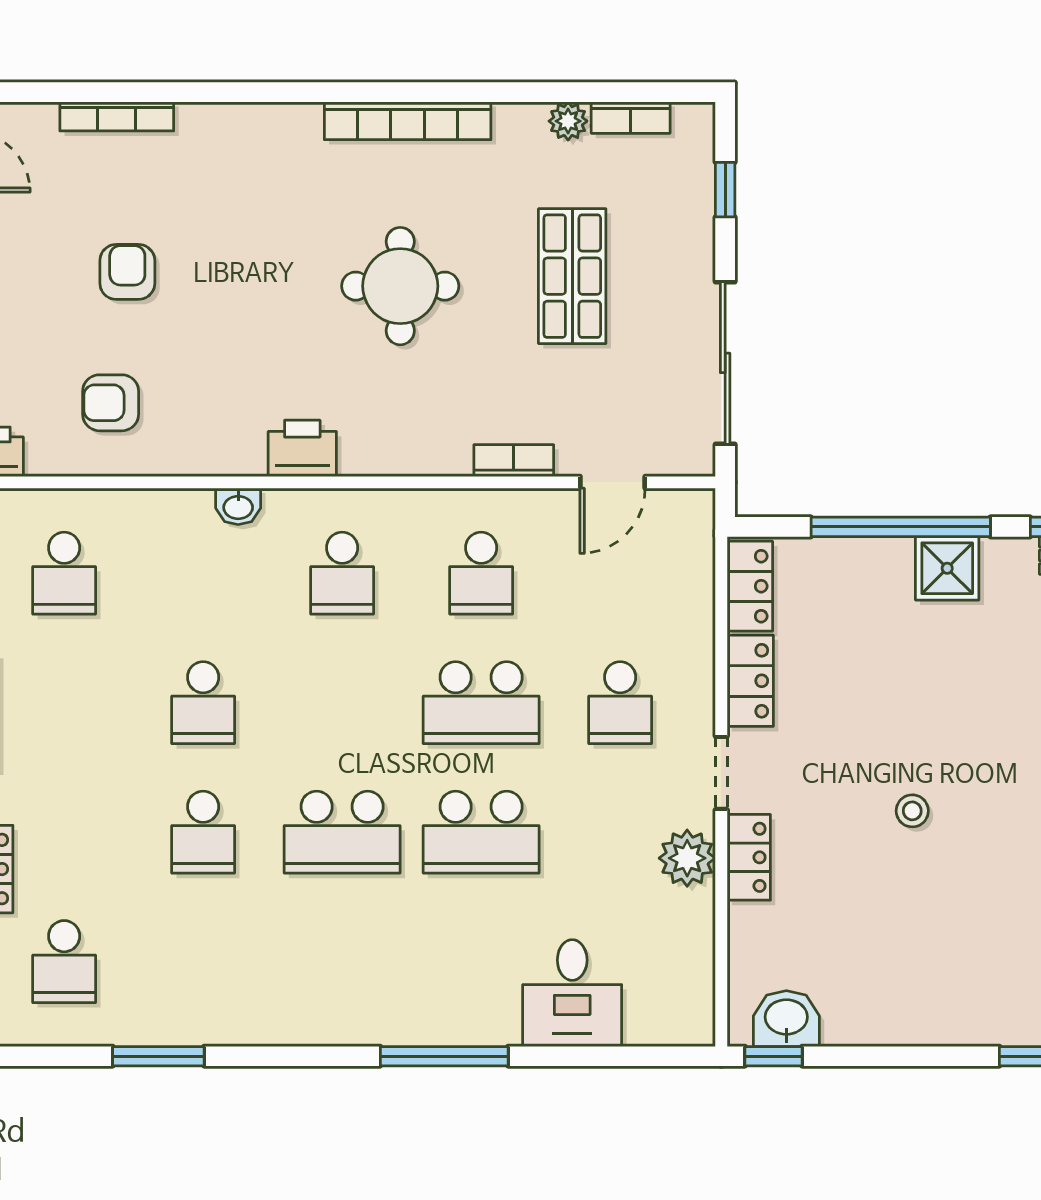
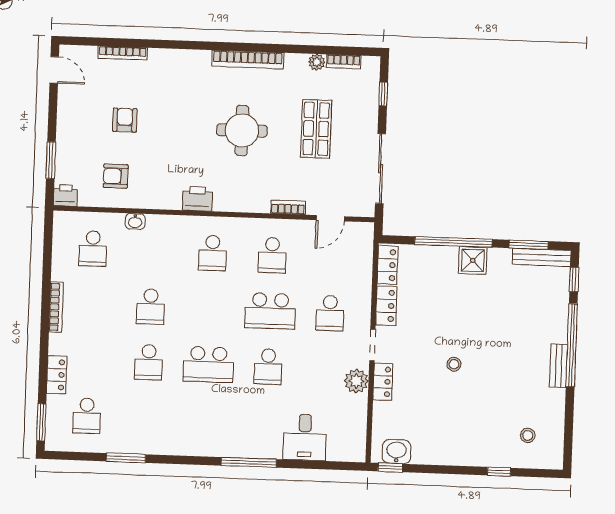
washbasin: (238, 506) -> (135, 221), moved
school desk: (481, 832) -> (268, 367), width x0.54

